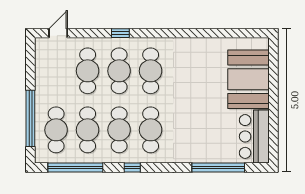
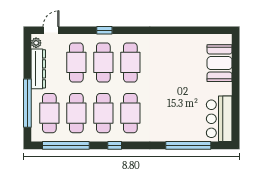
plant: (41, 48) -> (36, 43), added
dresser: (43, 78) -> (38, 69), added
booth: (249, 79) -> (220, 63), width x0.73, depth x0.70

